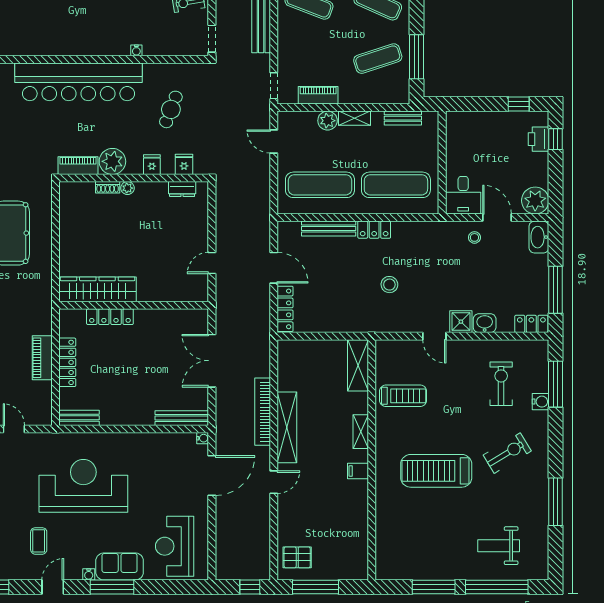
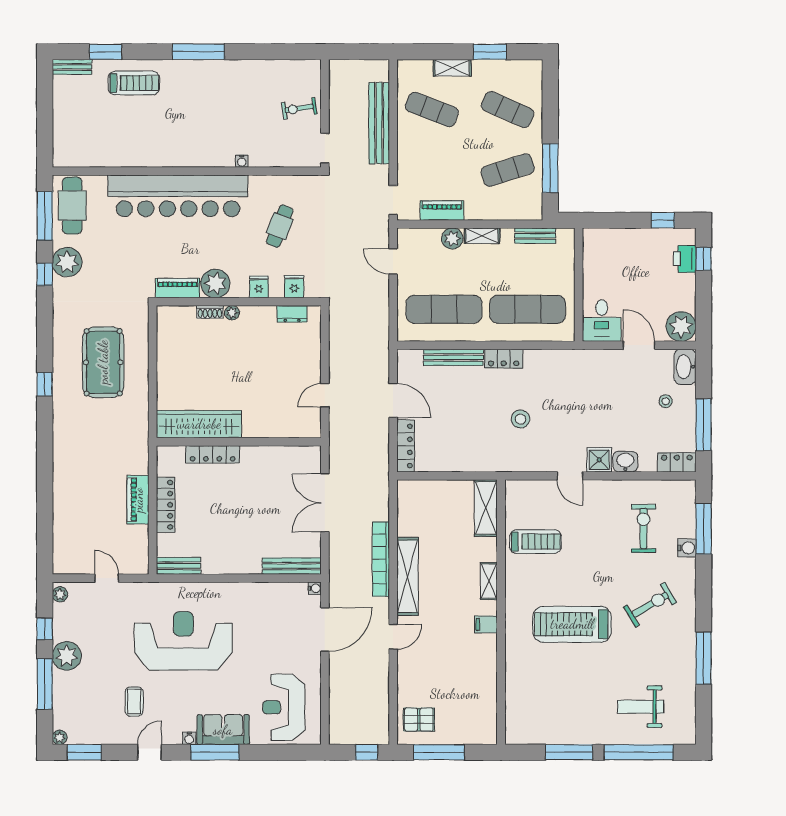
stool: (474, 237) -> (666, 401), moved

